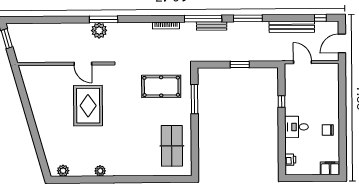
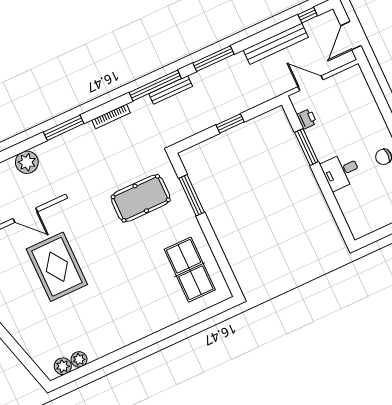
window: (104, 19) -> (64, 128), moved
window: (282, 102) -> (306, 147), width x2.17
printer: (290, 160) -> (307, 119), moved
plant: (100, 171) -> (79, 359), moved

